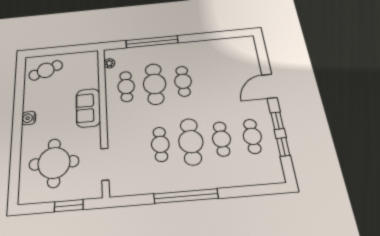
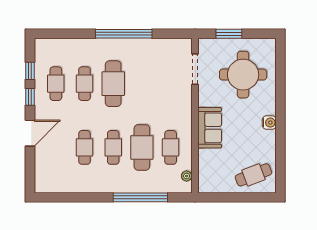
cafe table: (160, 144) -> (85, 147), moved

